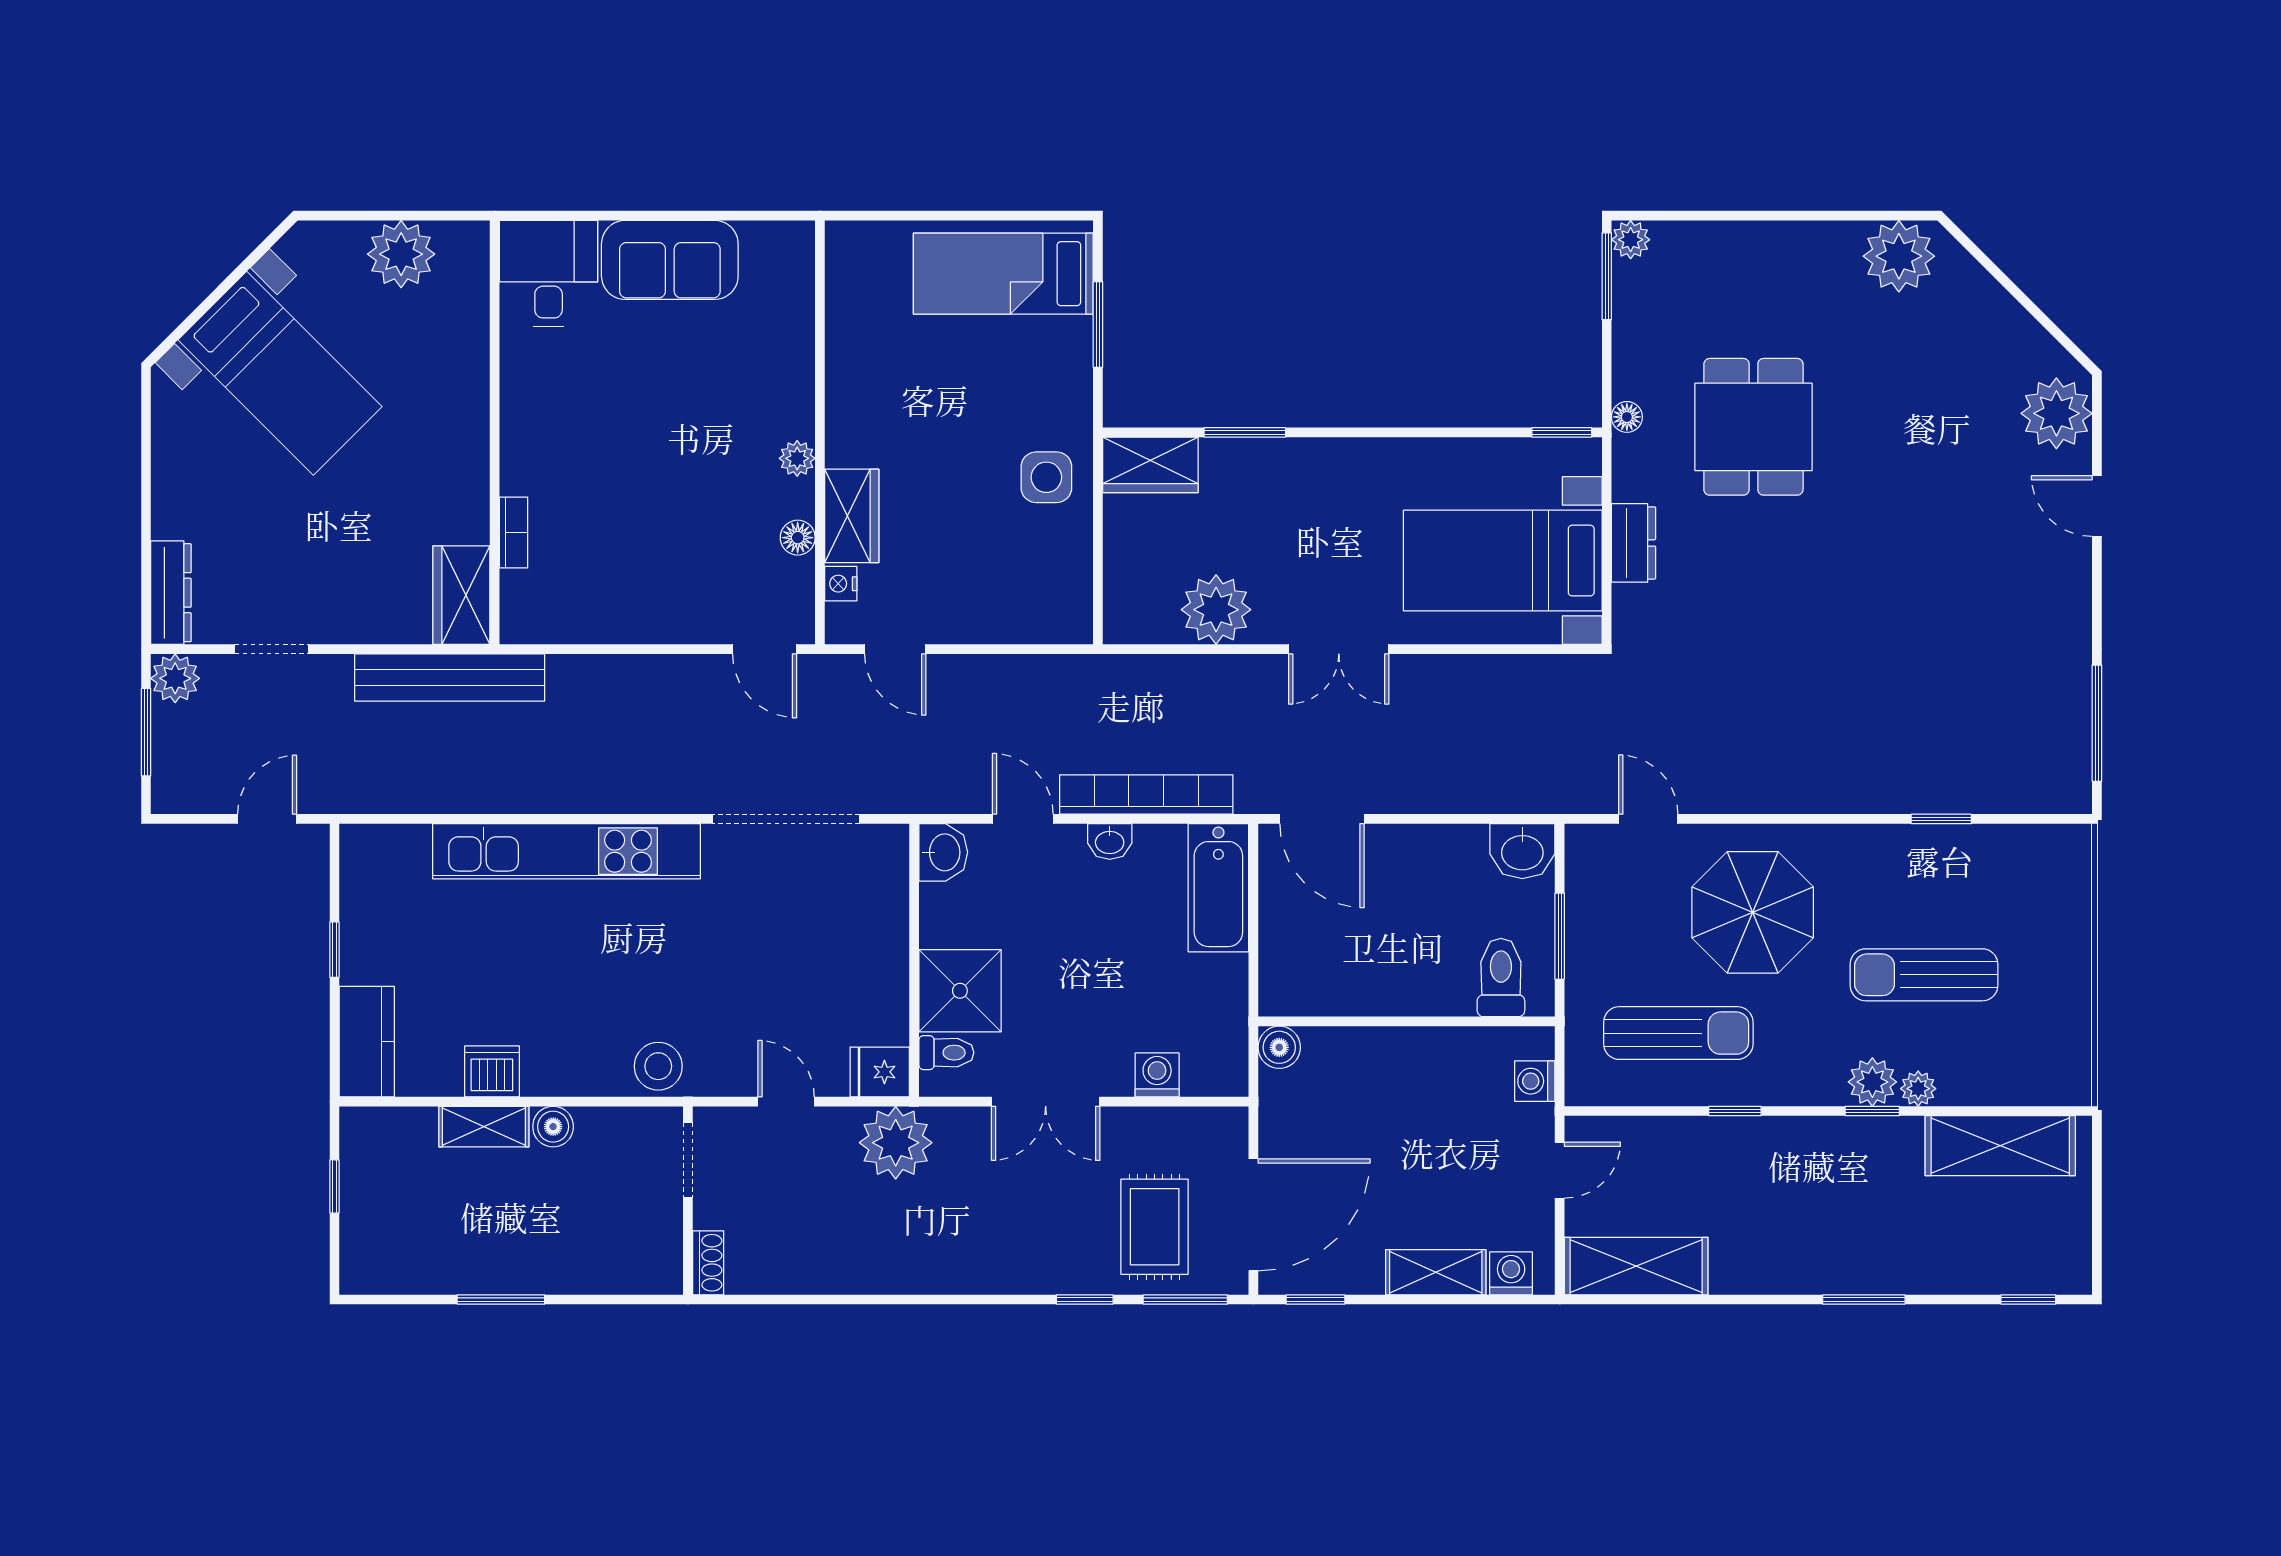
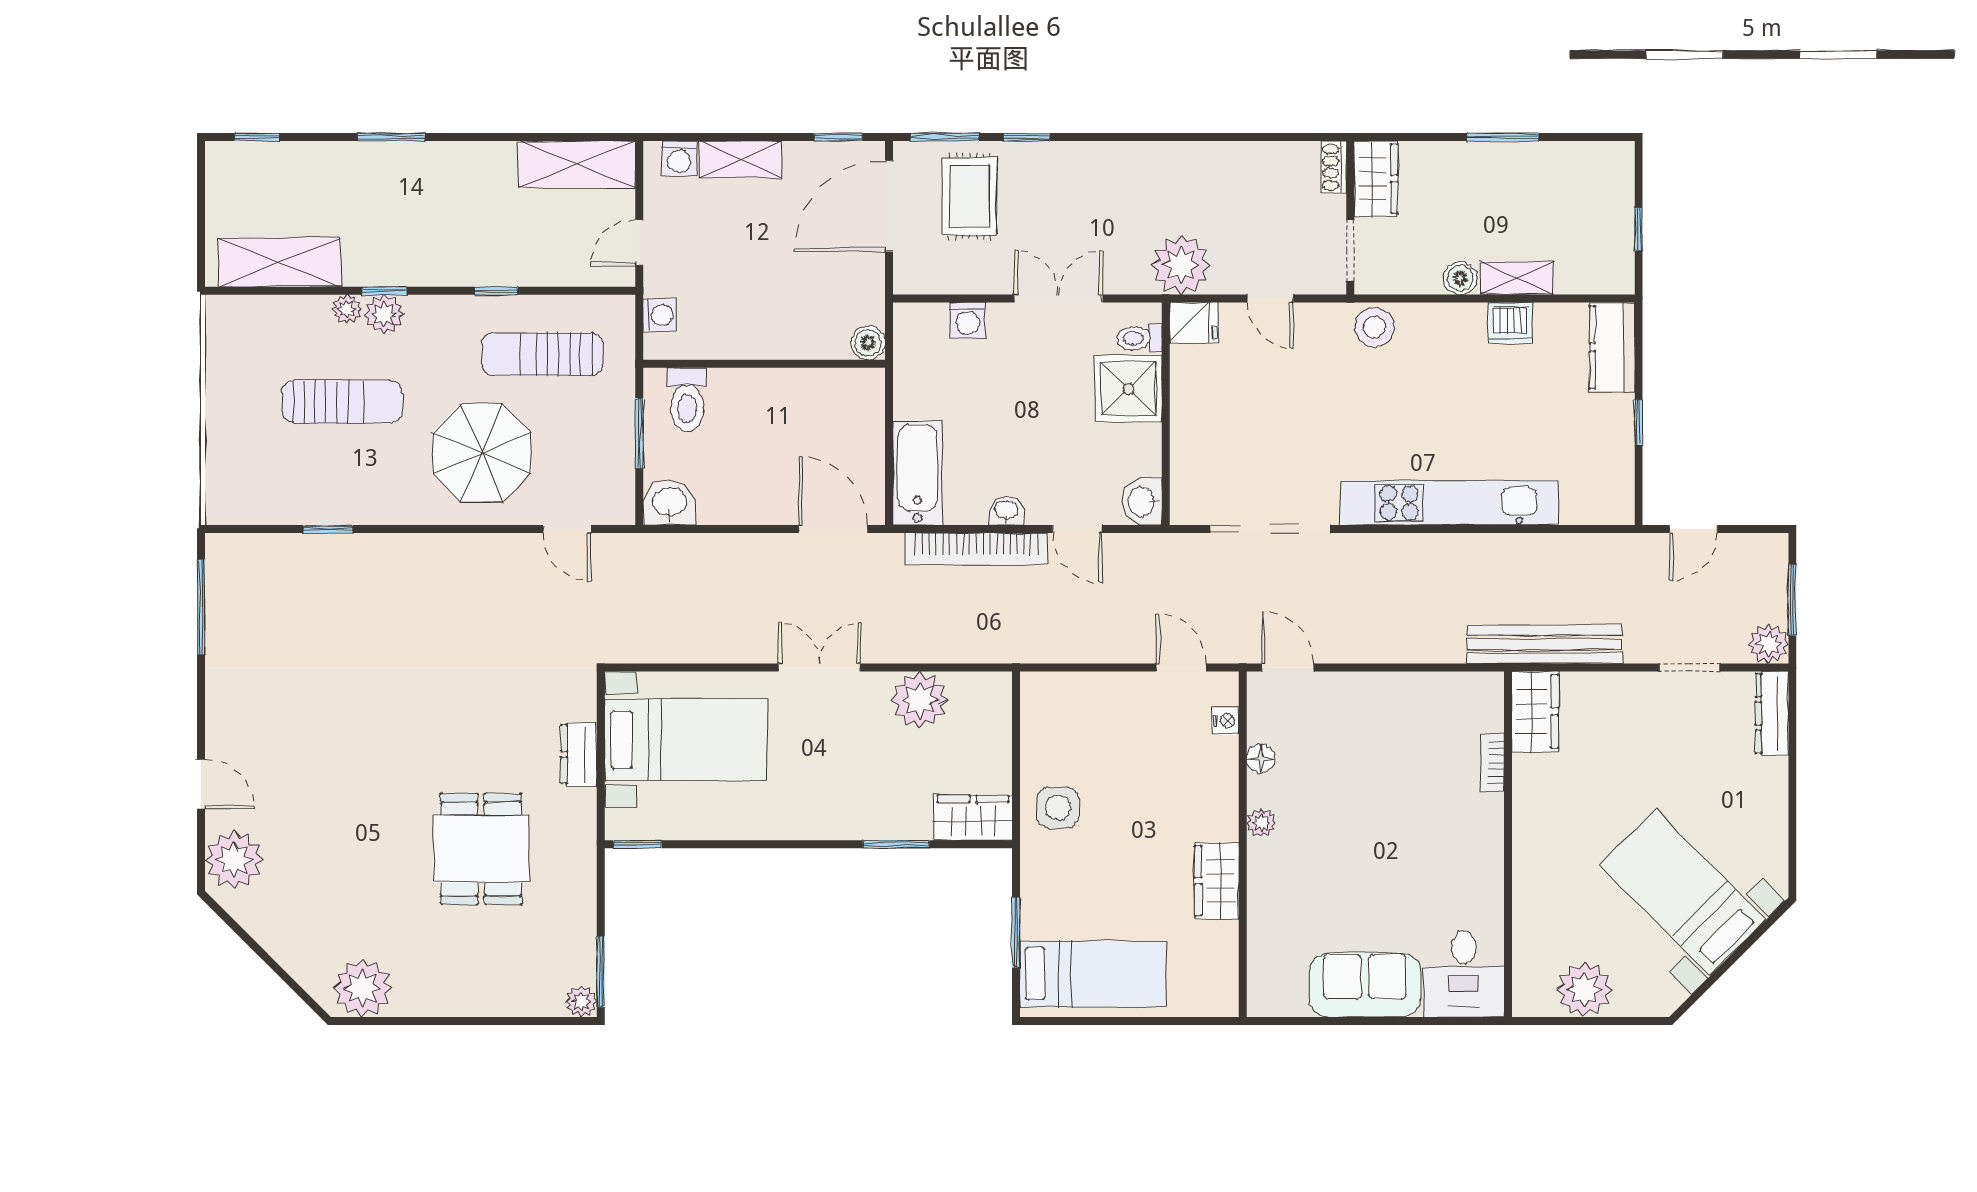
floor lamp: (1627, 417) -> (584, 857), removed
wardrobe: (852, 516) -> (1217, 881), moved
wardrobe: (656, 1249) -> (1376, 178), added

